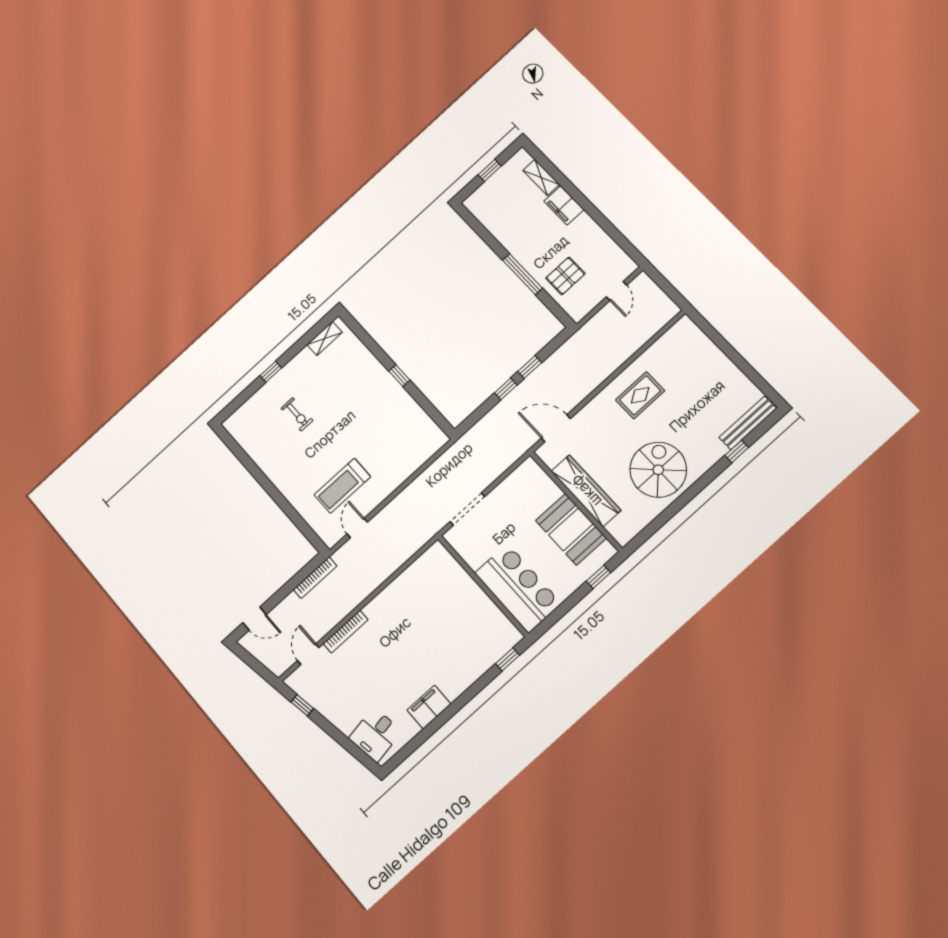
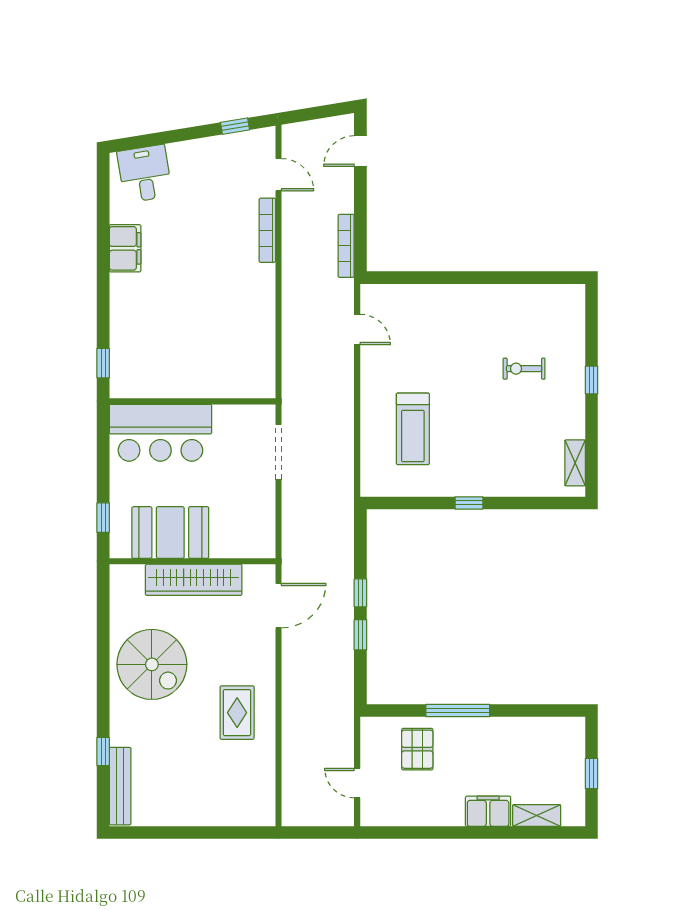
treadmill: (342, 486) -> (413, 429), moved, turned 180

